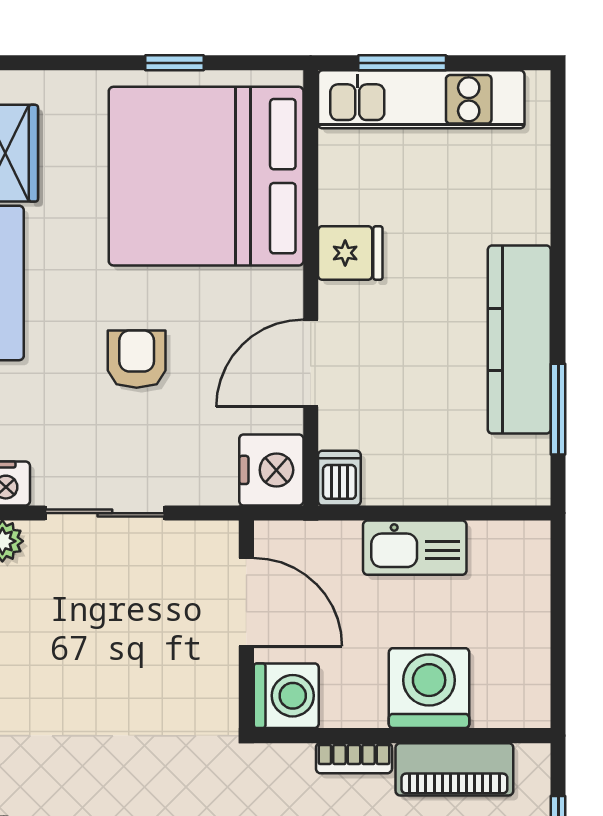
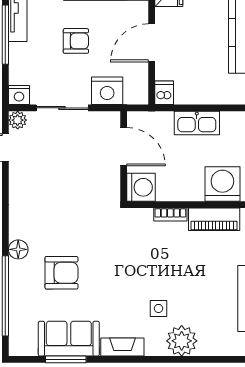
armchair: (137, 359) -> (76, 41), turned 90
nightstand: (271, 470) -> (107, 91), moved, turned 90
washing machine: (429, 688) -> (222, 184), moved

